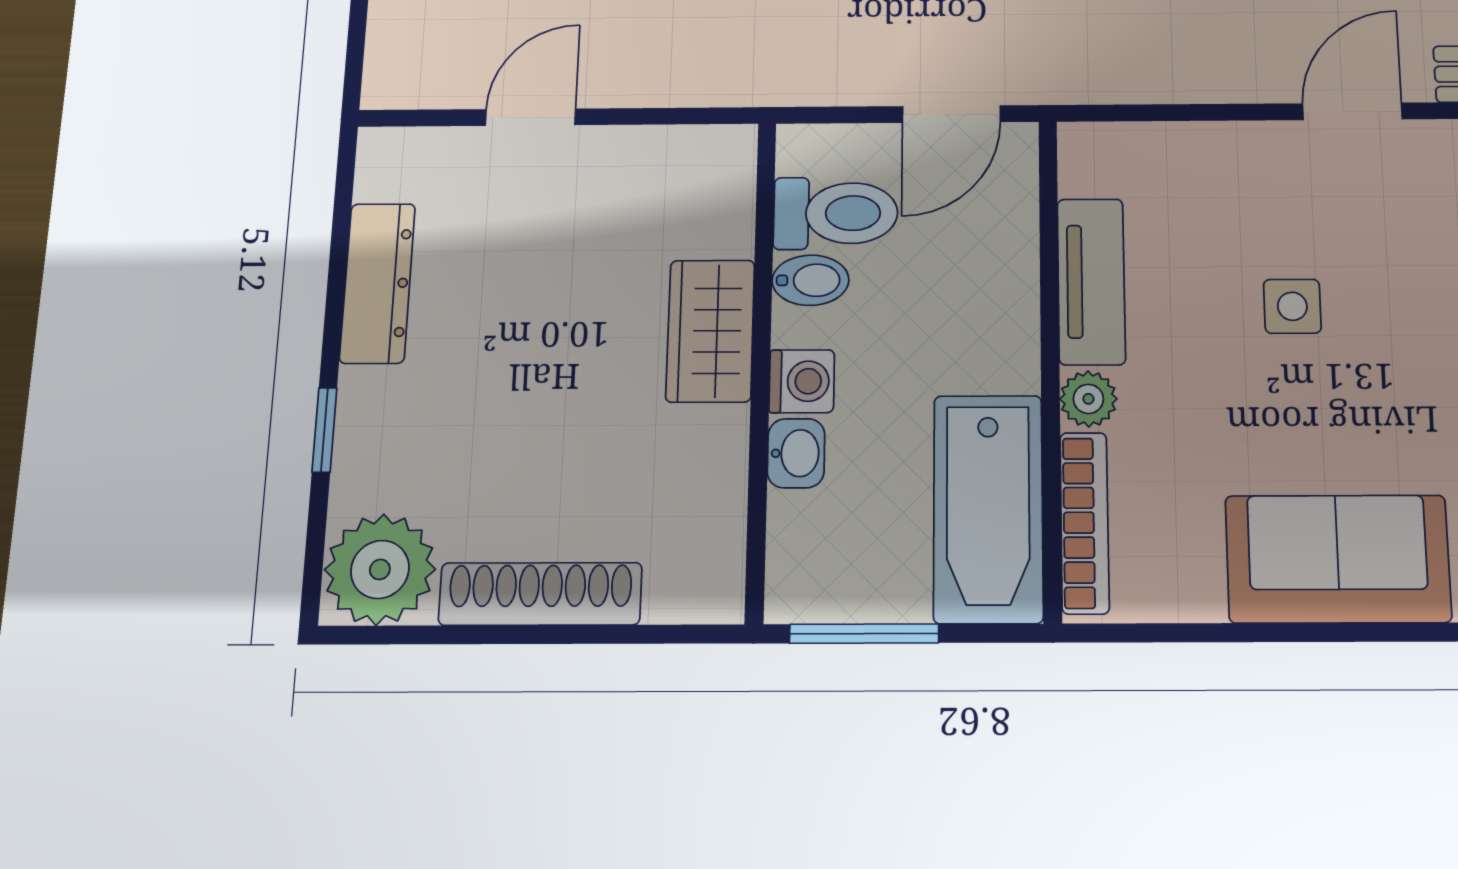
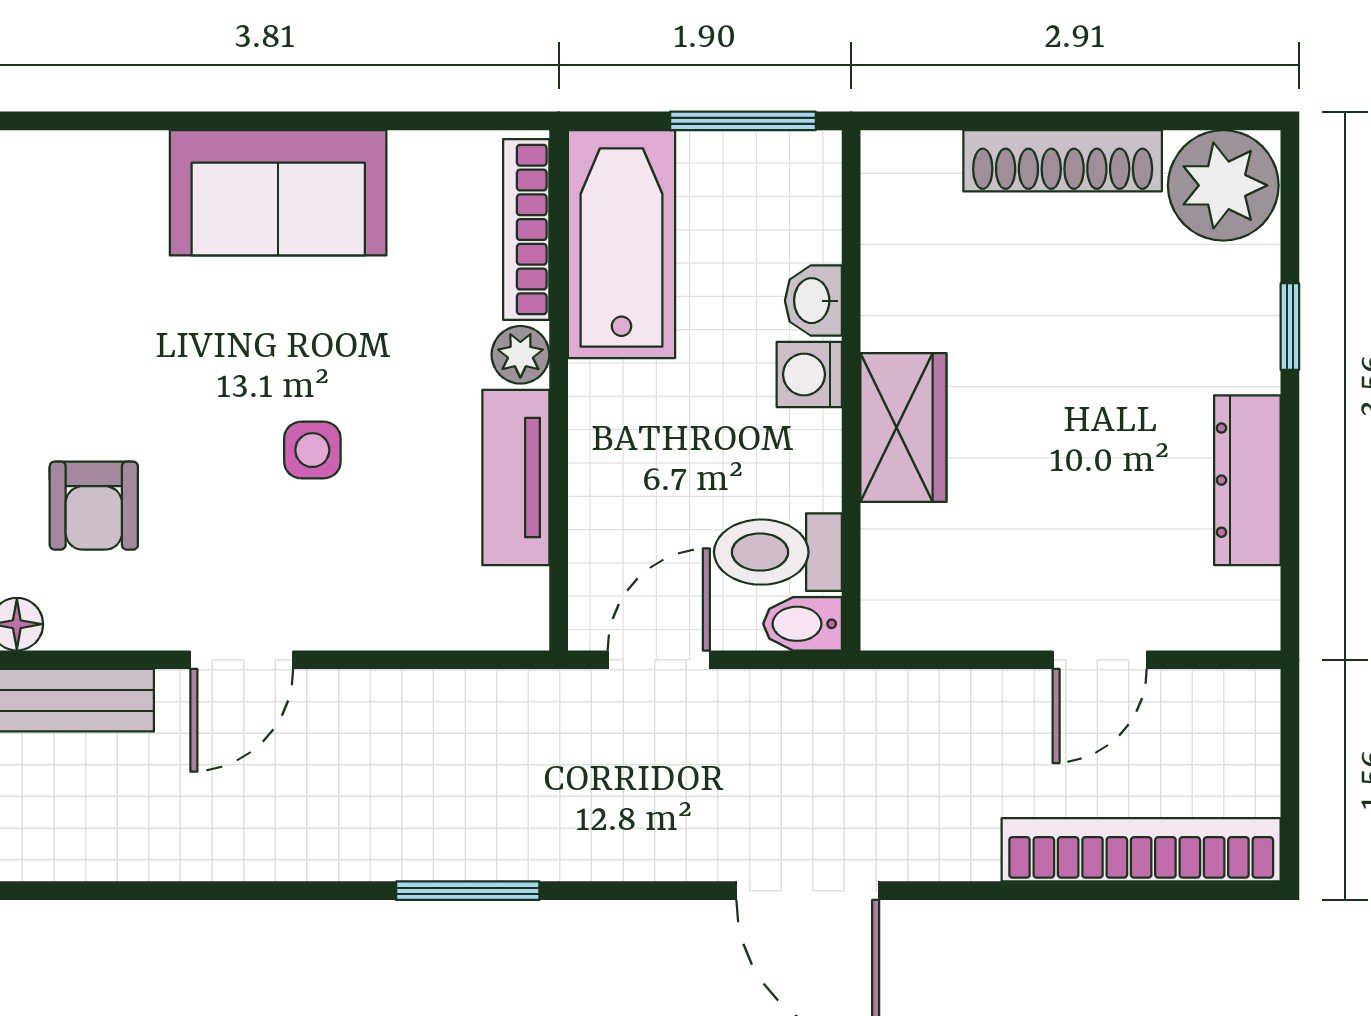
bidet: (810, 280) -> (802, 624), moved

